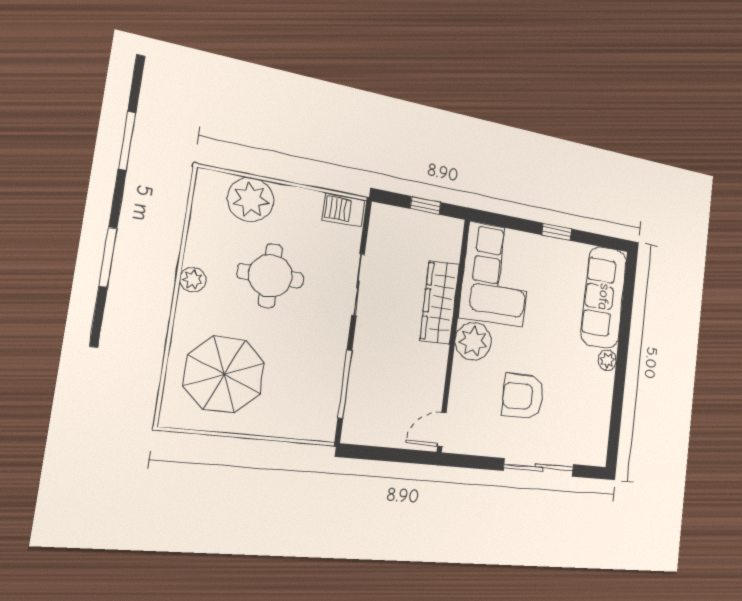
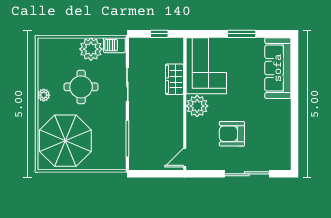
plant: (251, 200) -> (91, 49), moved
window: (557, 232) -> (242, 34), width x1.50
wardrobe: (440, 302) -> (174, 79), width x0.67
plant: (607, 360) -> (285, 106), removed
parasol: (224, 374) -> (65, 141), width x1.36, depth x1.36

